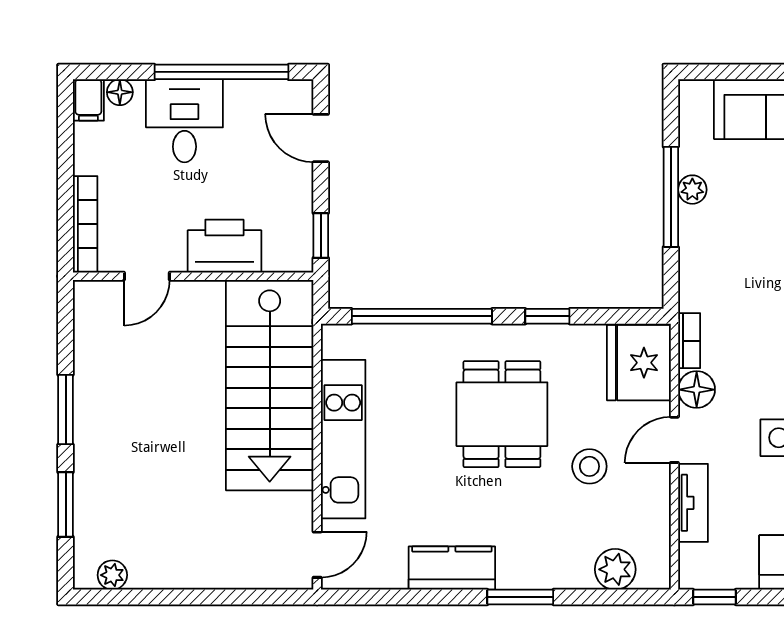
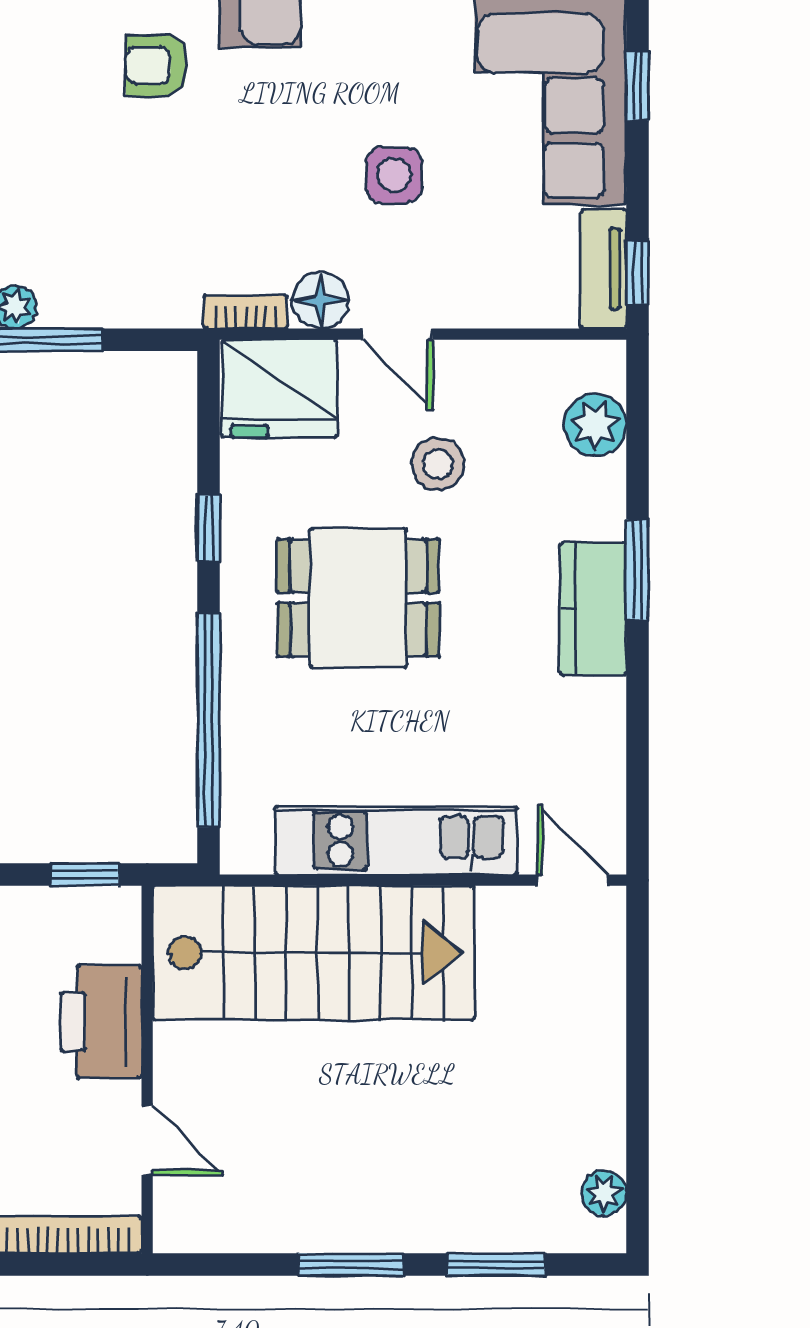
tv unit: (693, 503) -> (604, 269), moved, turned -90
kitchen counter: (452, 568) -> (593, 609), moved

